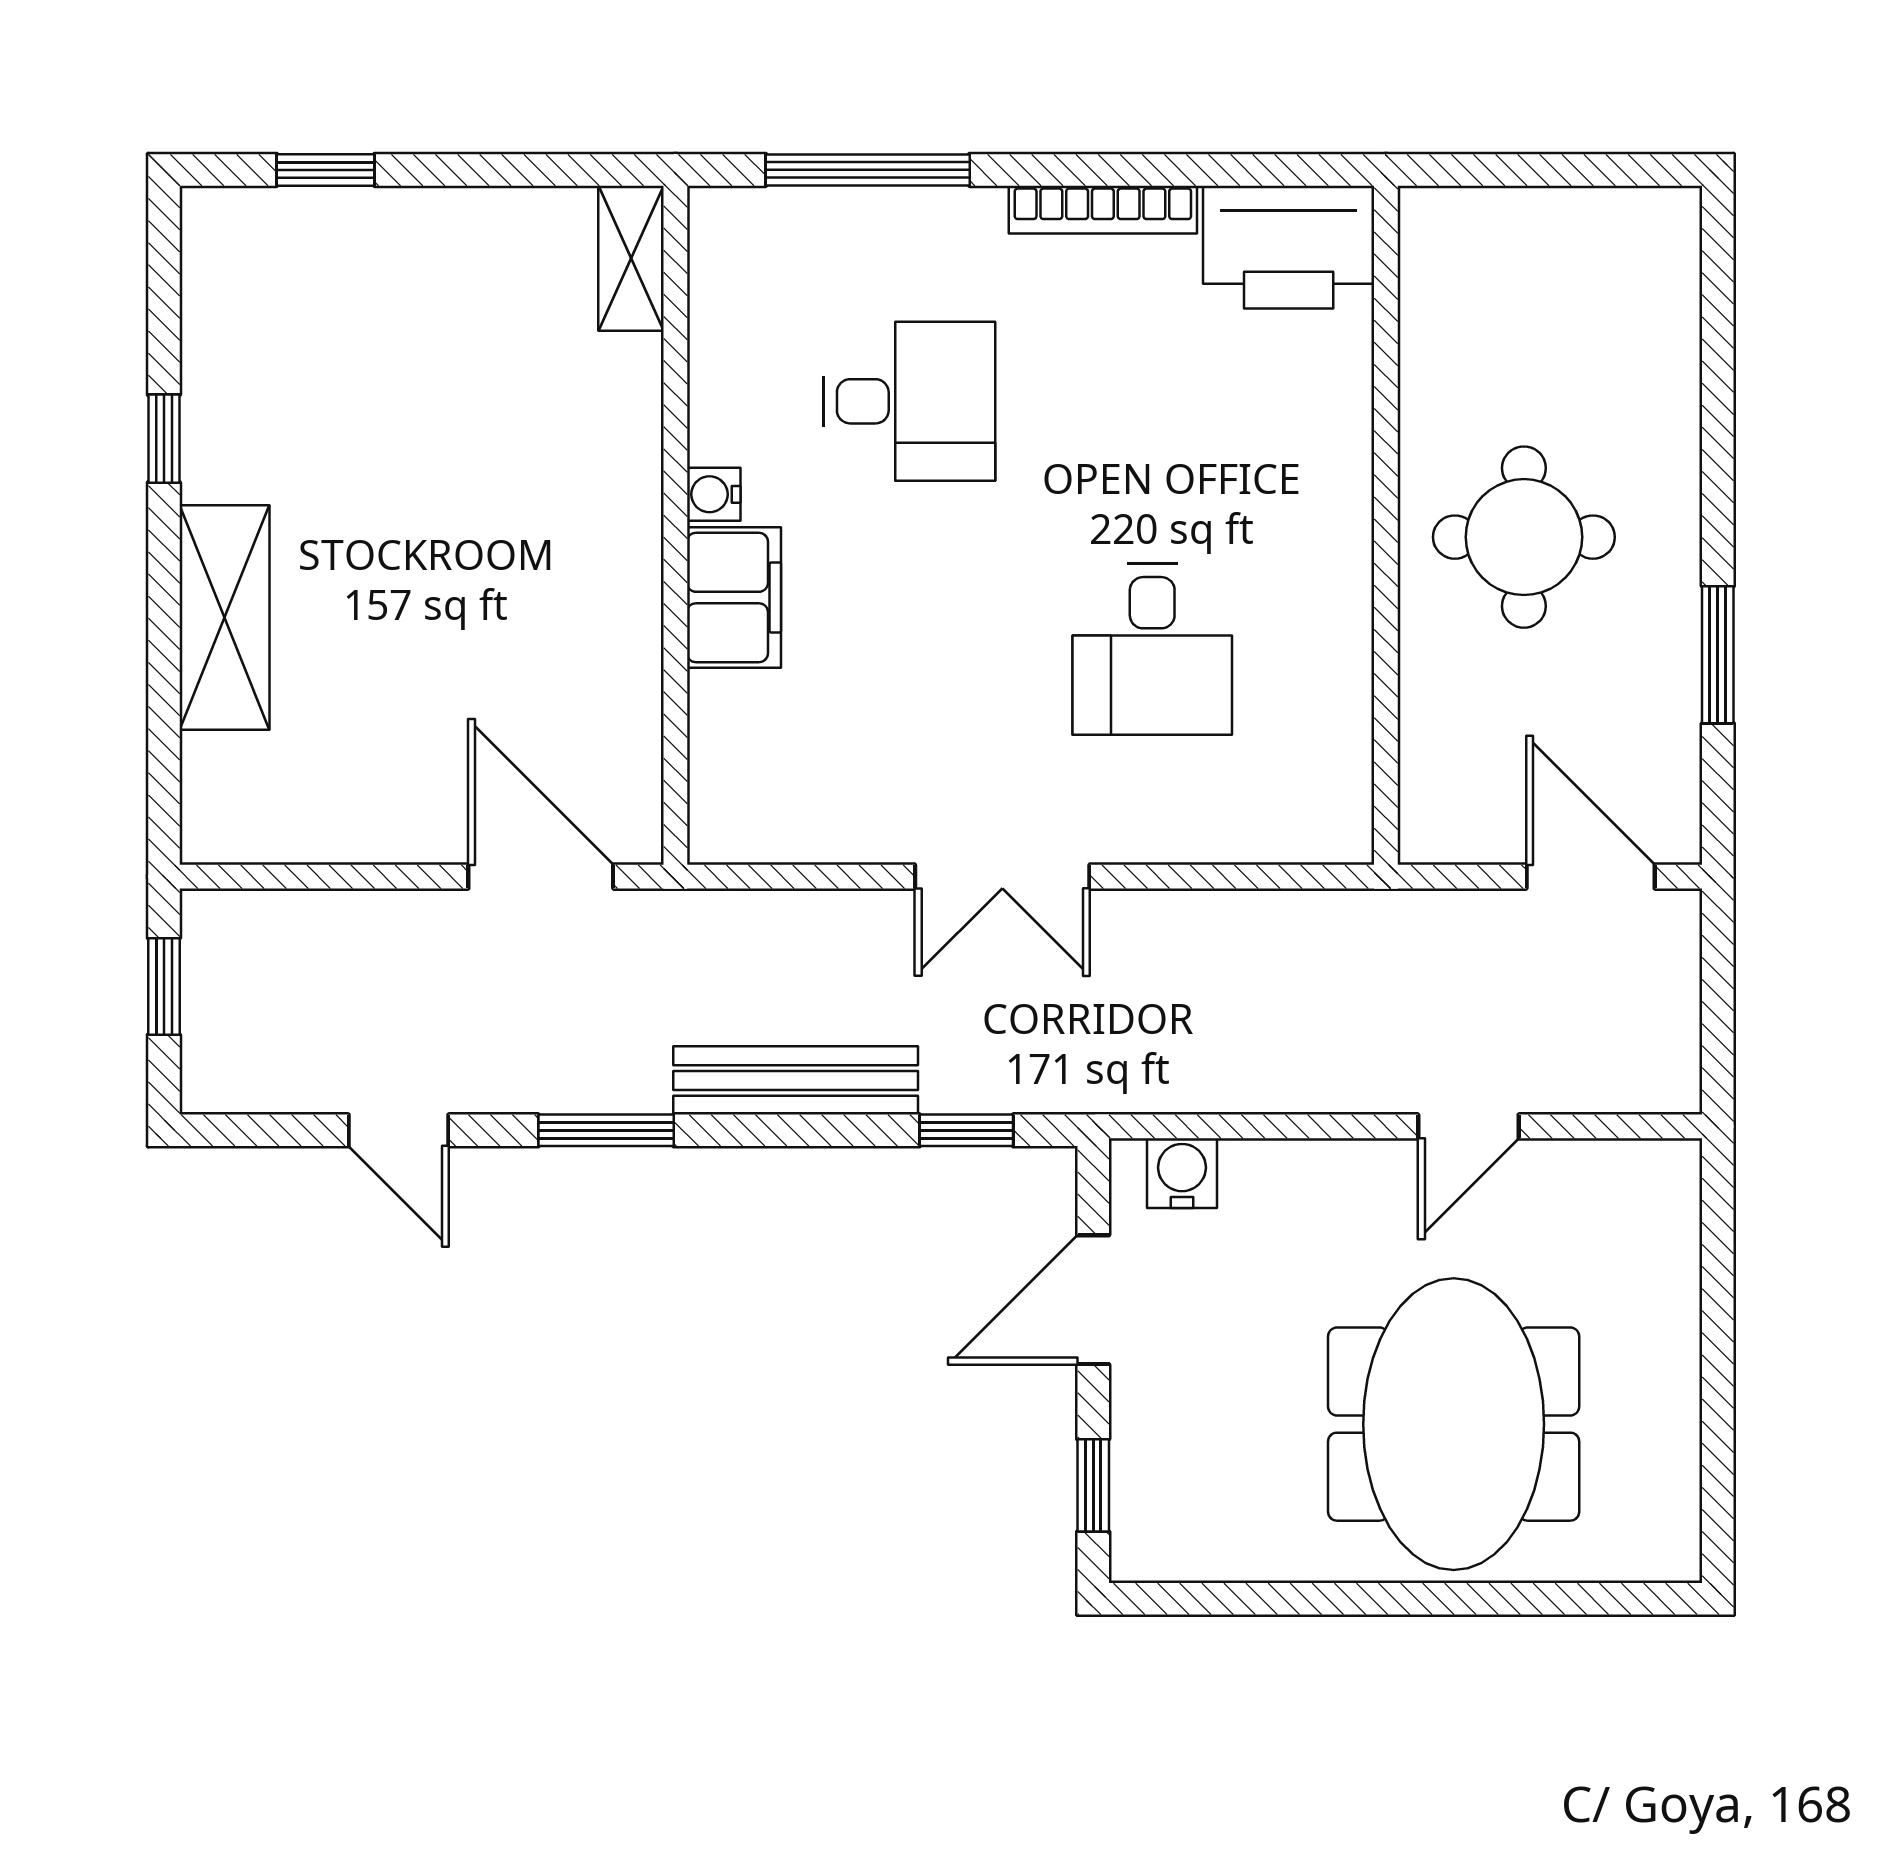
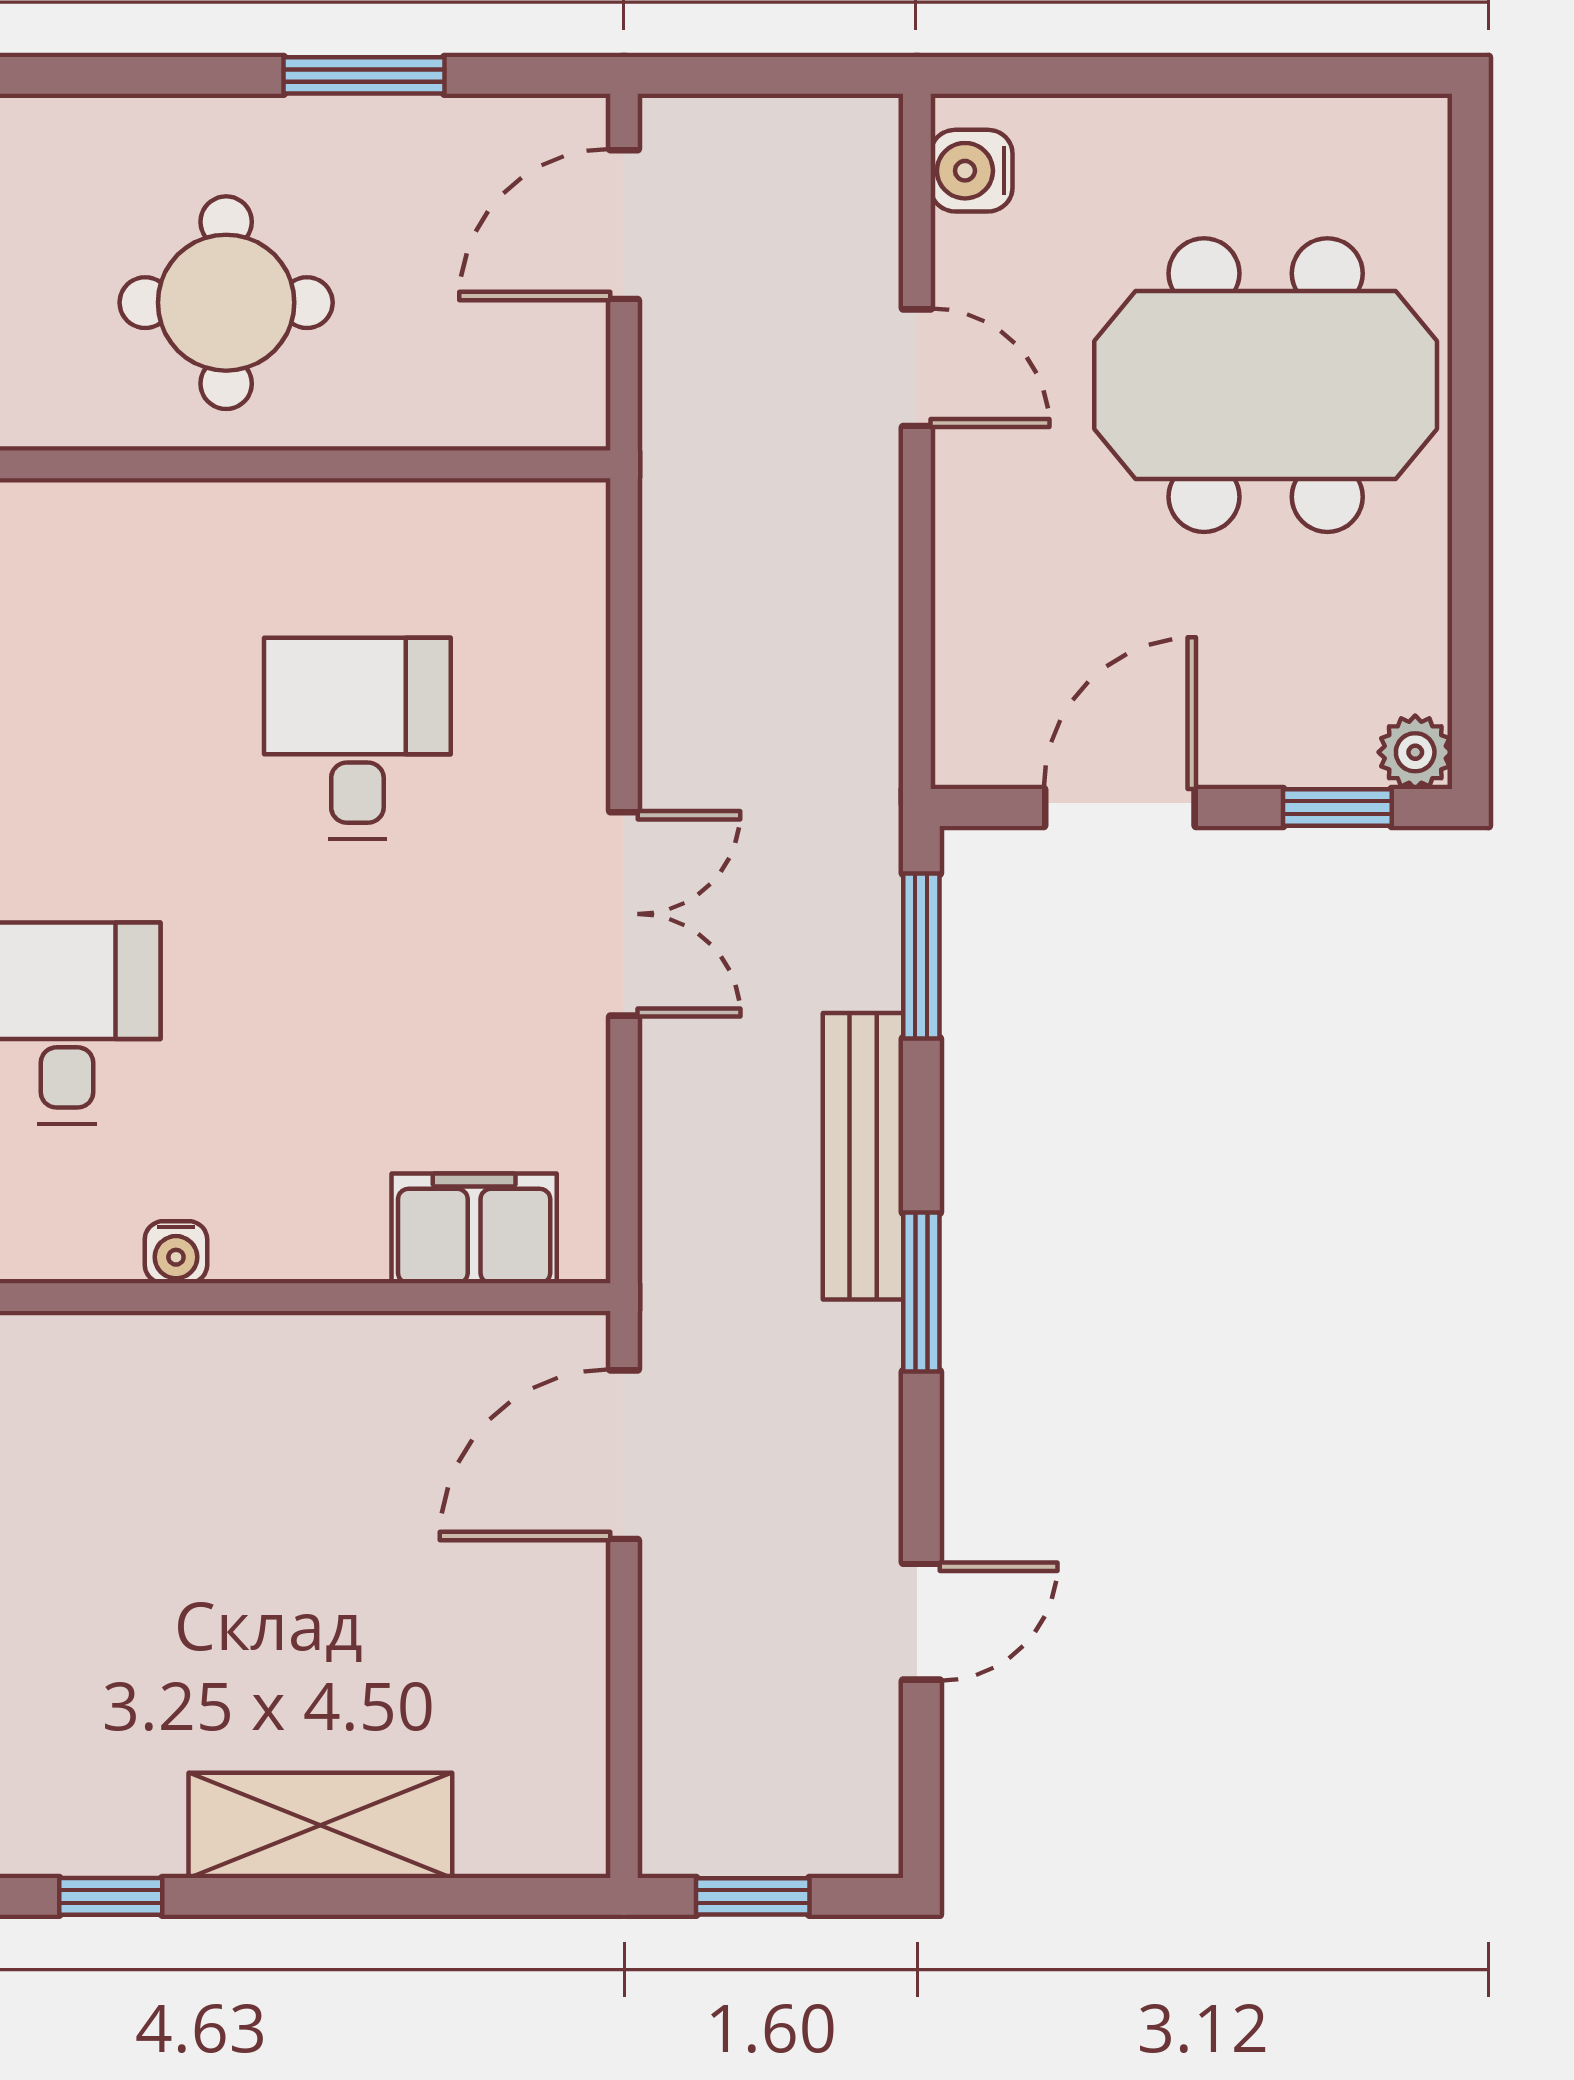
filing cabinet: (734, 598) -> (474, 1228), moved
desk: (1152, 649) -> (357, 738), turned -90
window: (606, 1130) -> (921, 1292), moved
window: (966, 1130) -> (921, 956), width x1.50
water cooler: (1182, 1173) -> (972, 171), moved
door: (1093, 1300) -> (1120, 807), swing flipped
plant: (1140, 1552) -> (1415, 752), added

